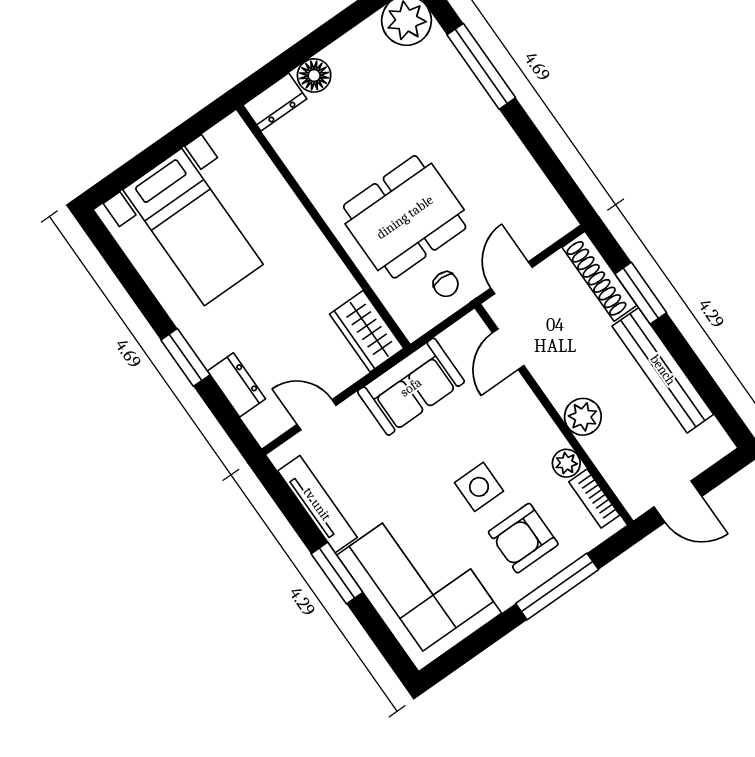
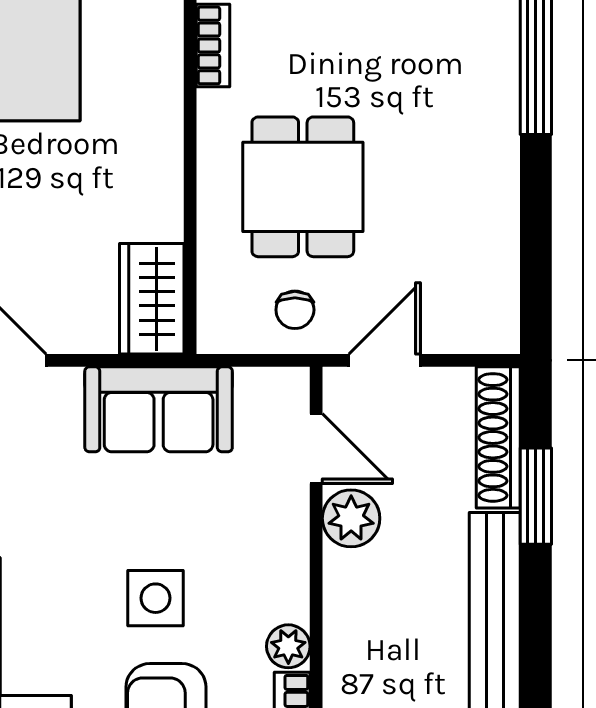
bookcase: (305, 176) -> (213, 45), added
dining table: (405, 217) -> (303, 187), width x0.73
door: (508, 349) -> (316, 449), swing flipped
plant: (583, 417) -> (351, 518), moved

